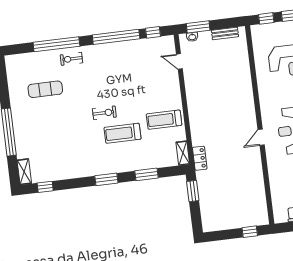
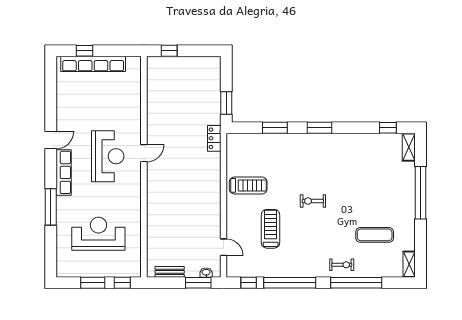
treadmill: (122, 133) -> (271, 229), moved, turned -90
shelving: (183, 153) -> (409, 264), moved

